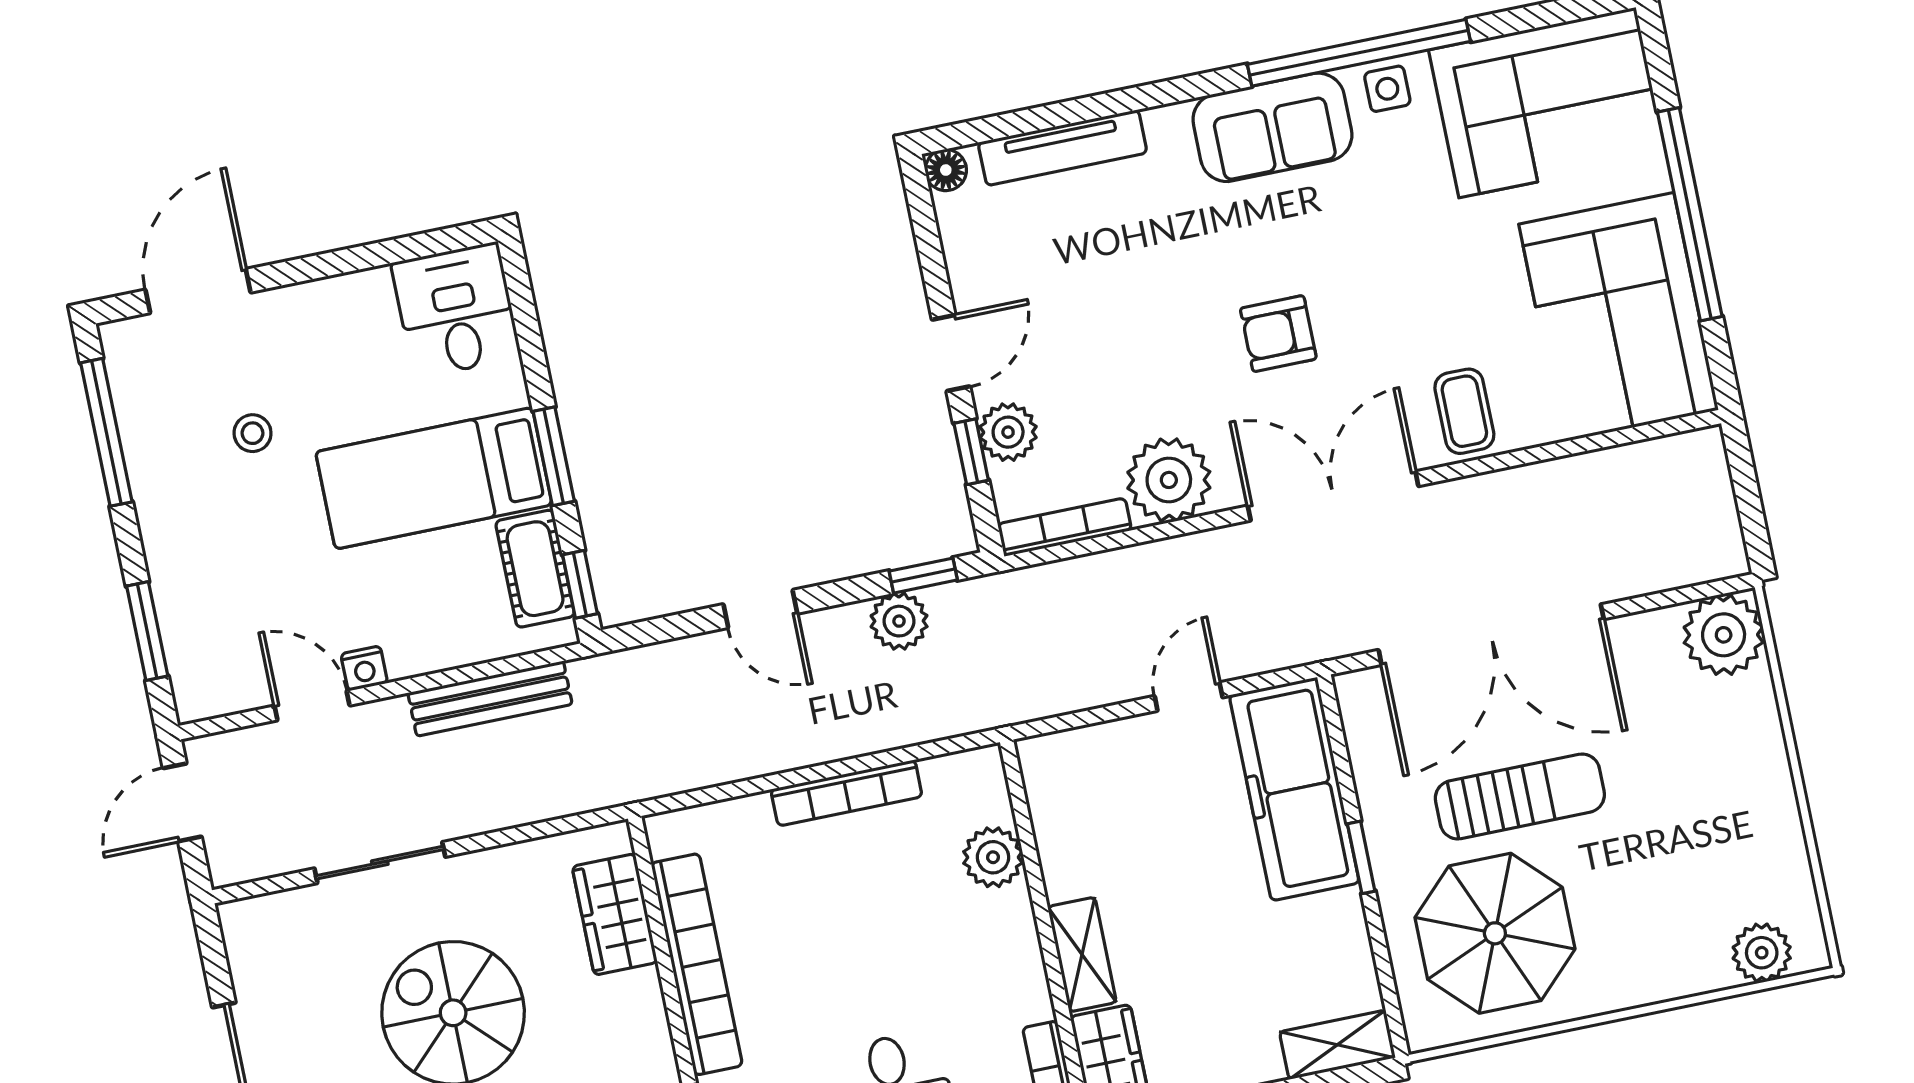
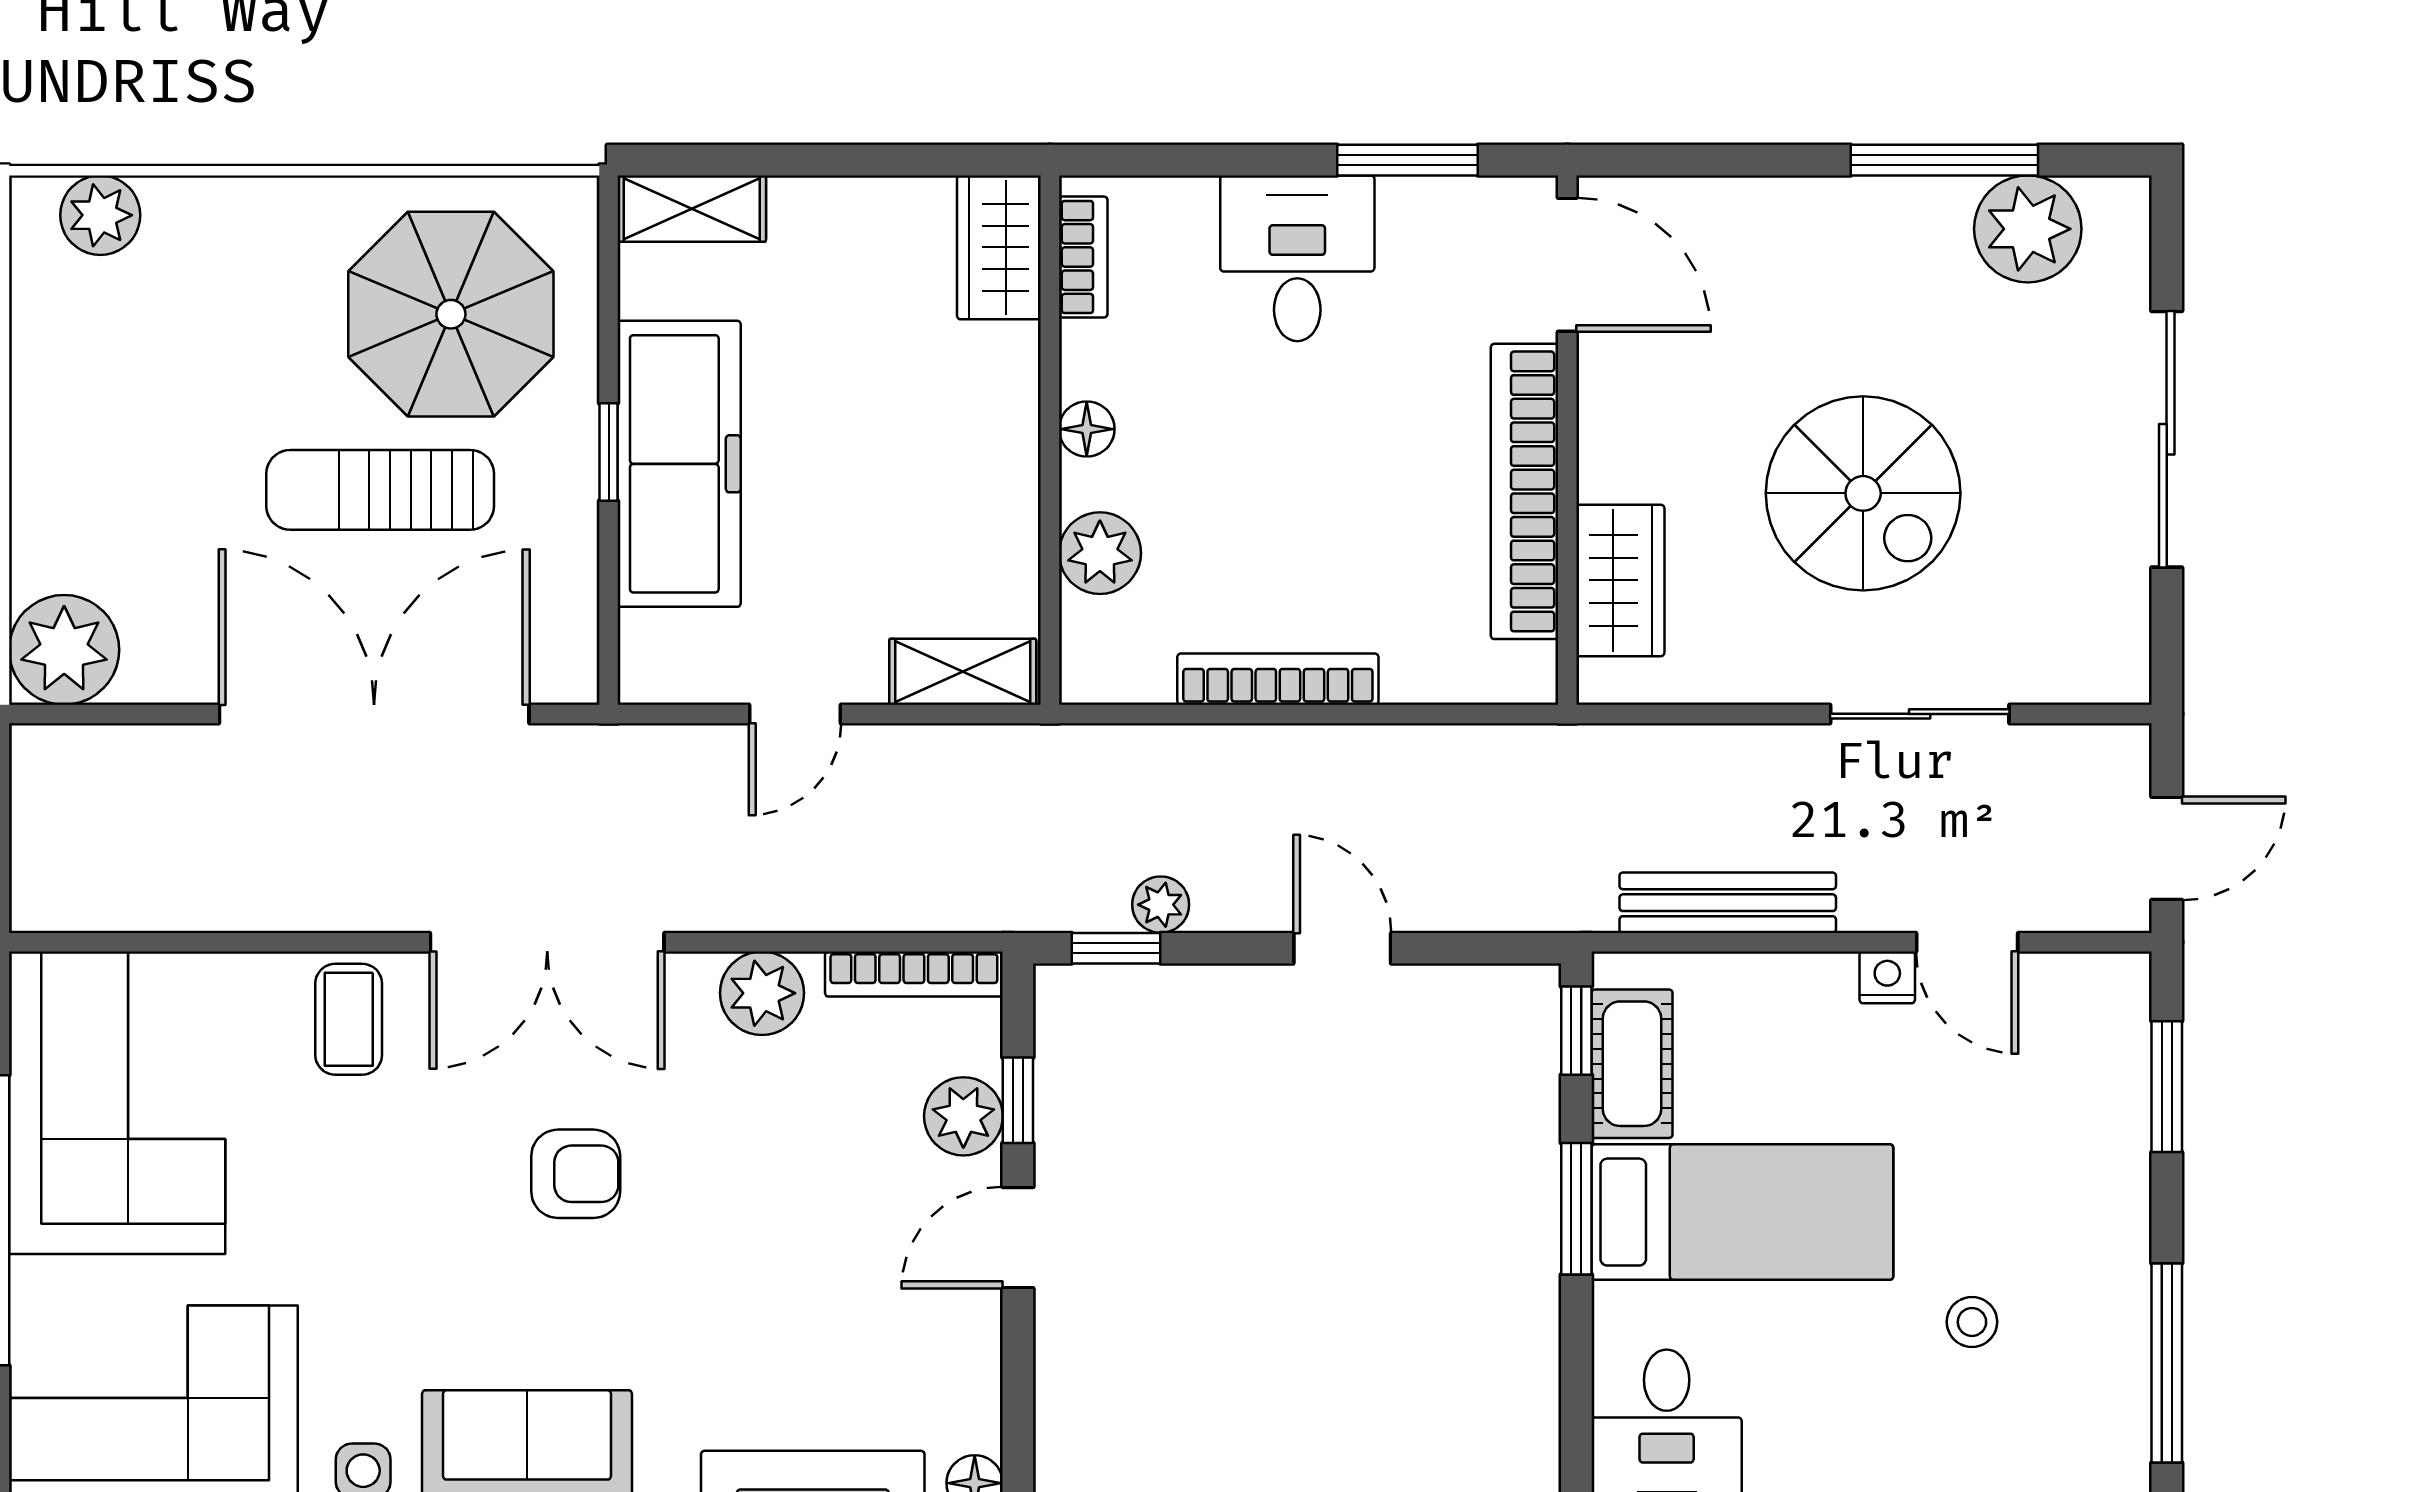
plant: (1169, 480) -> (762, 993), width x0.73, depth x0.73
plant: (899, 621) -> (1161, 905), width x0.73, depth x0.73
freezer: (1294, 789) -> (679, 464), moved
floor lamp: (1021, 945) -> (1087, 429), added
shelving: (1082, 954) -> (963, 672), moved, turned 90

